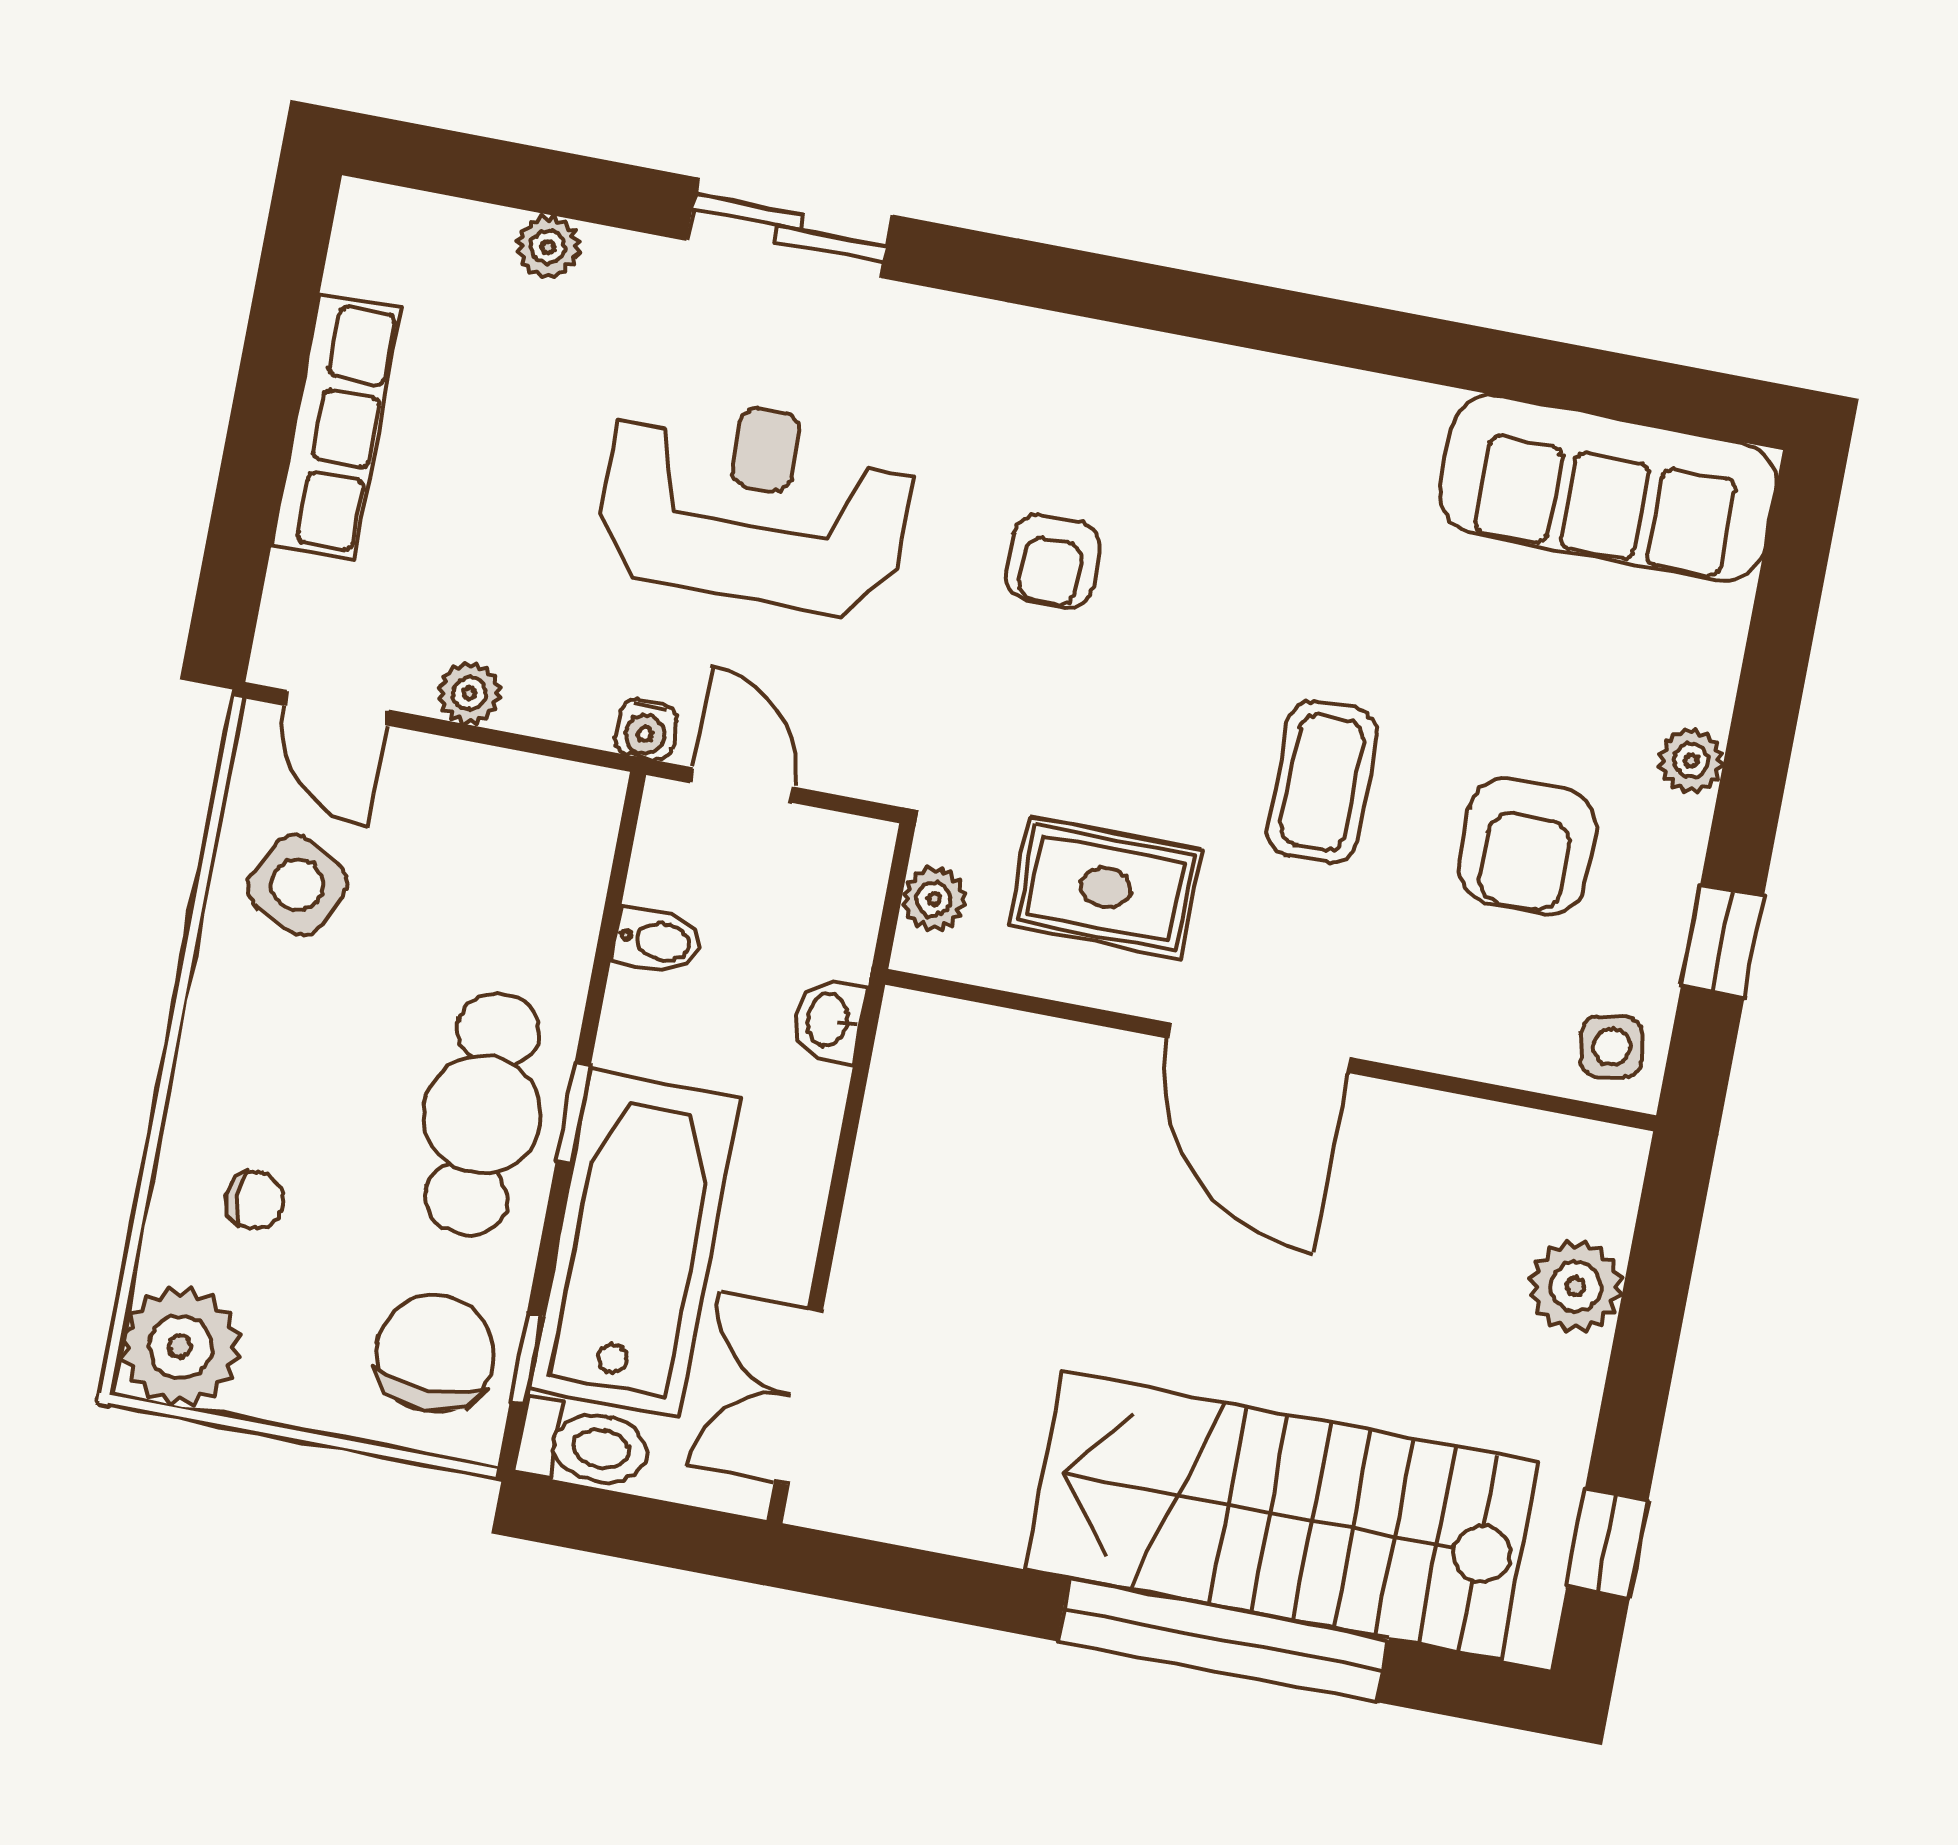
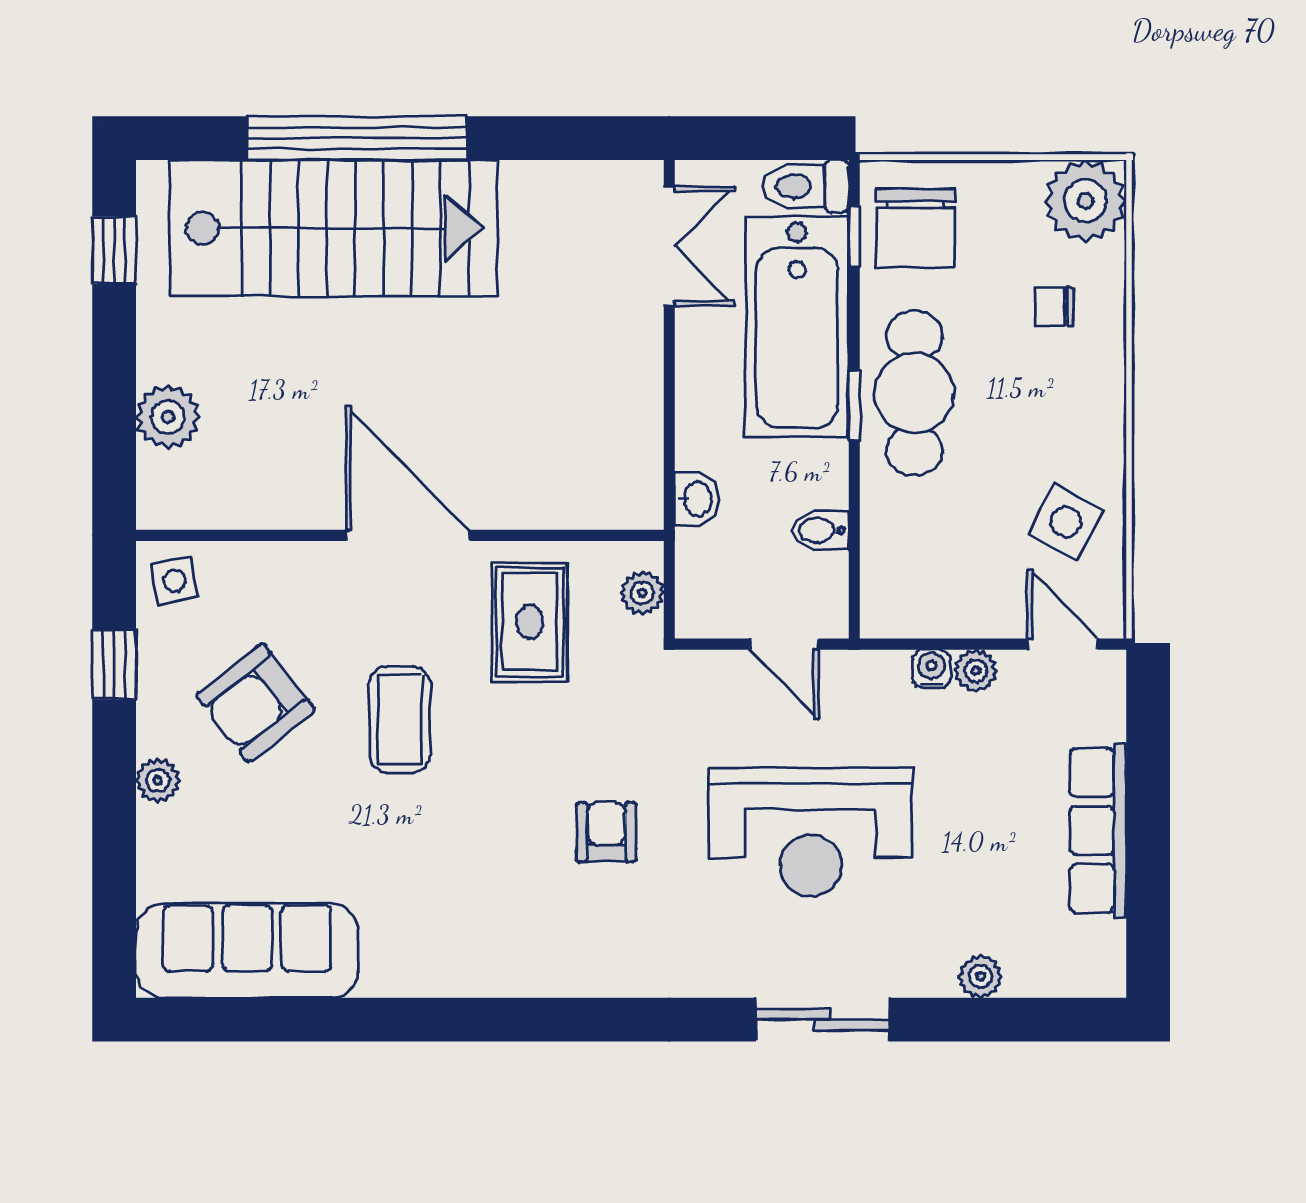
water cooler: (646, 730) -> (931, 669), moved
armchair: (1527, 846) -> (256, 703), turned -128
rug: (1106, 888) -> (530, 622), turned 90

